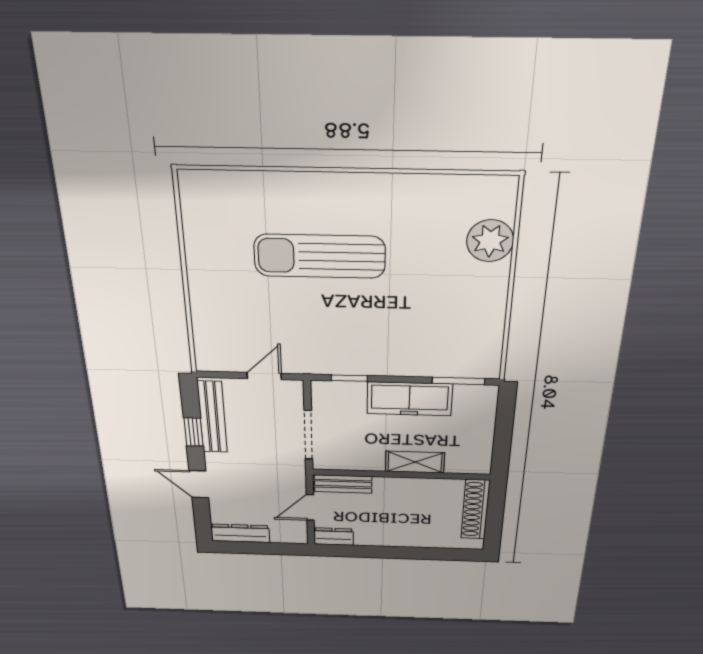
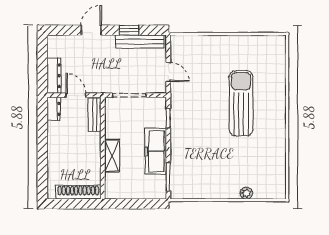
plant: (490, 241) -> (246, 193), width x0.53, depth x0.53
dresser: (240, 533) -> (54, 76), moved

